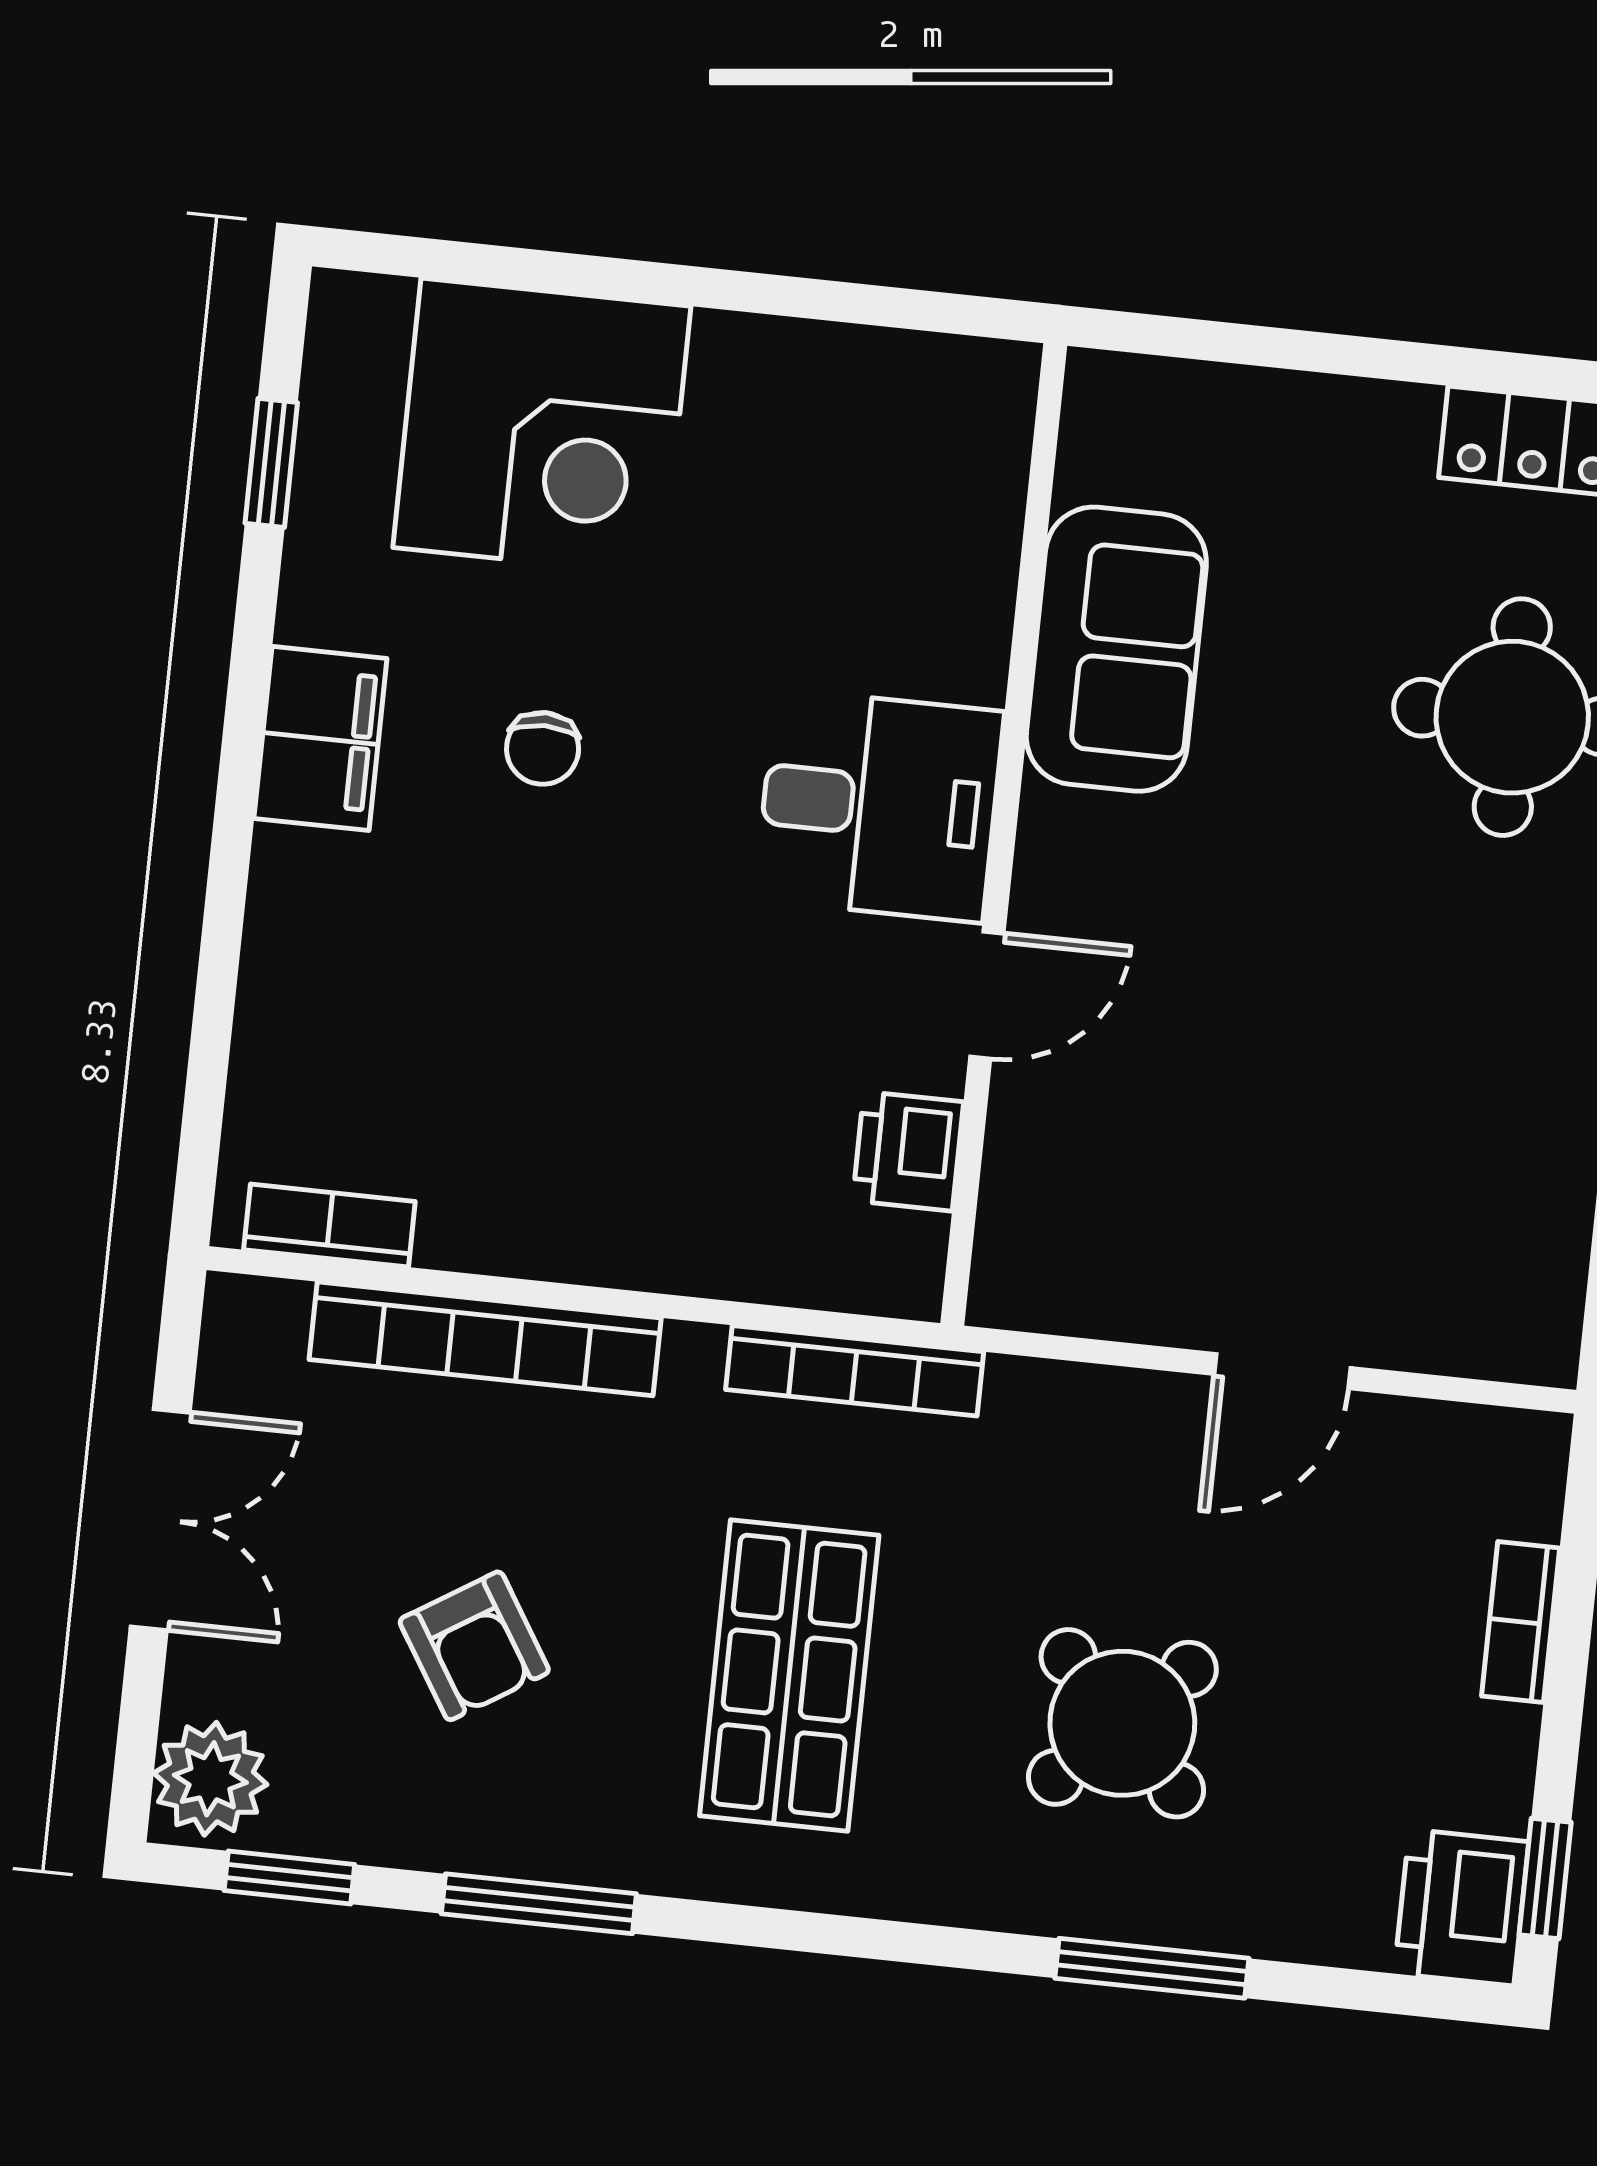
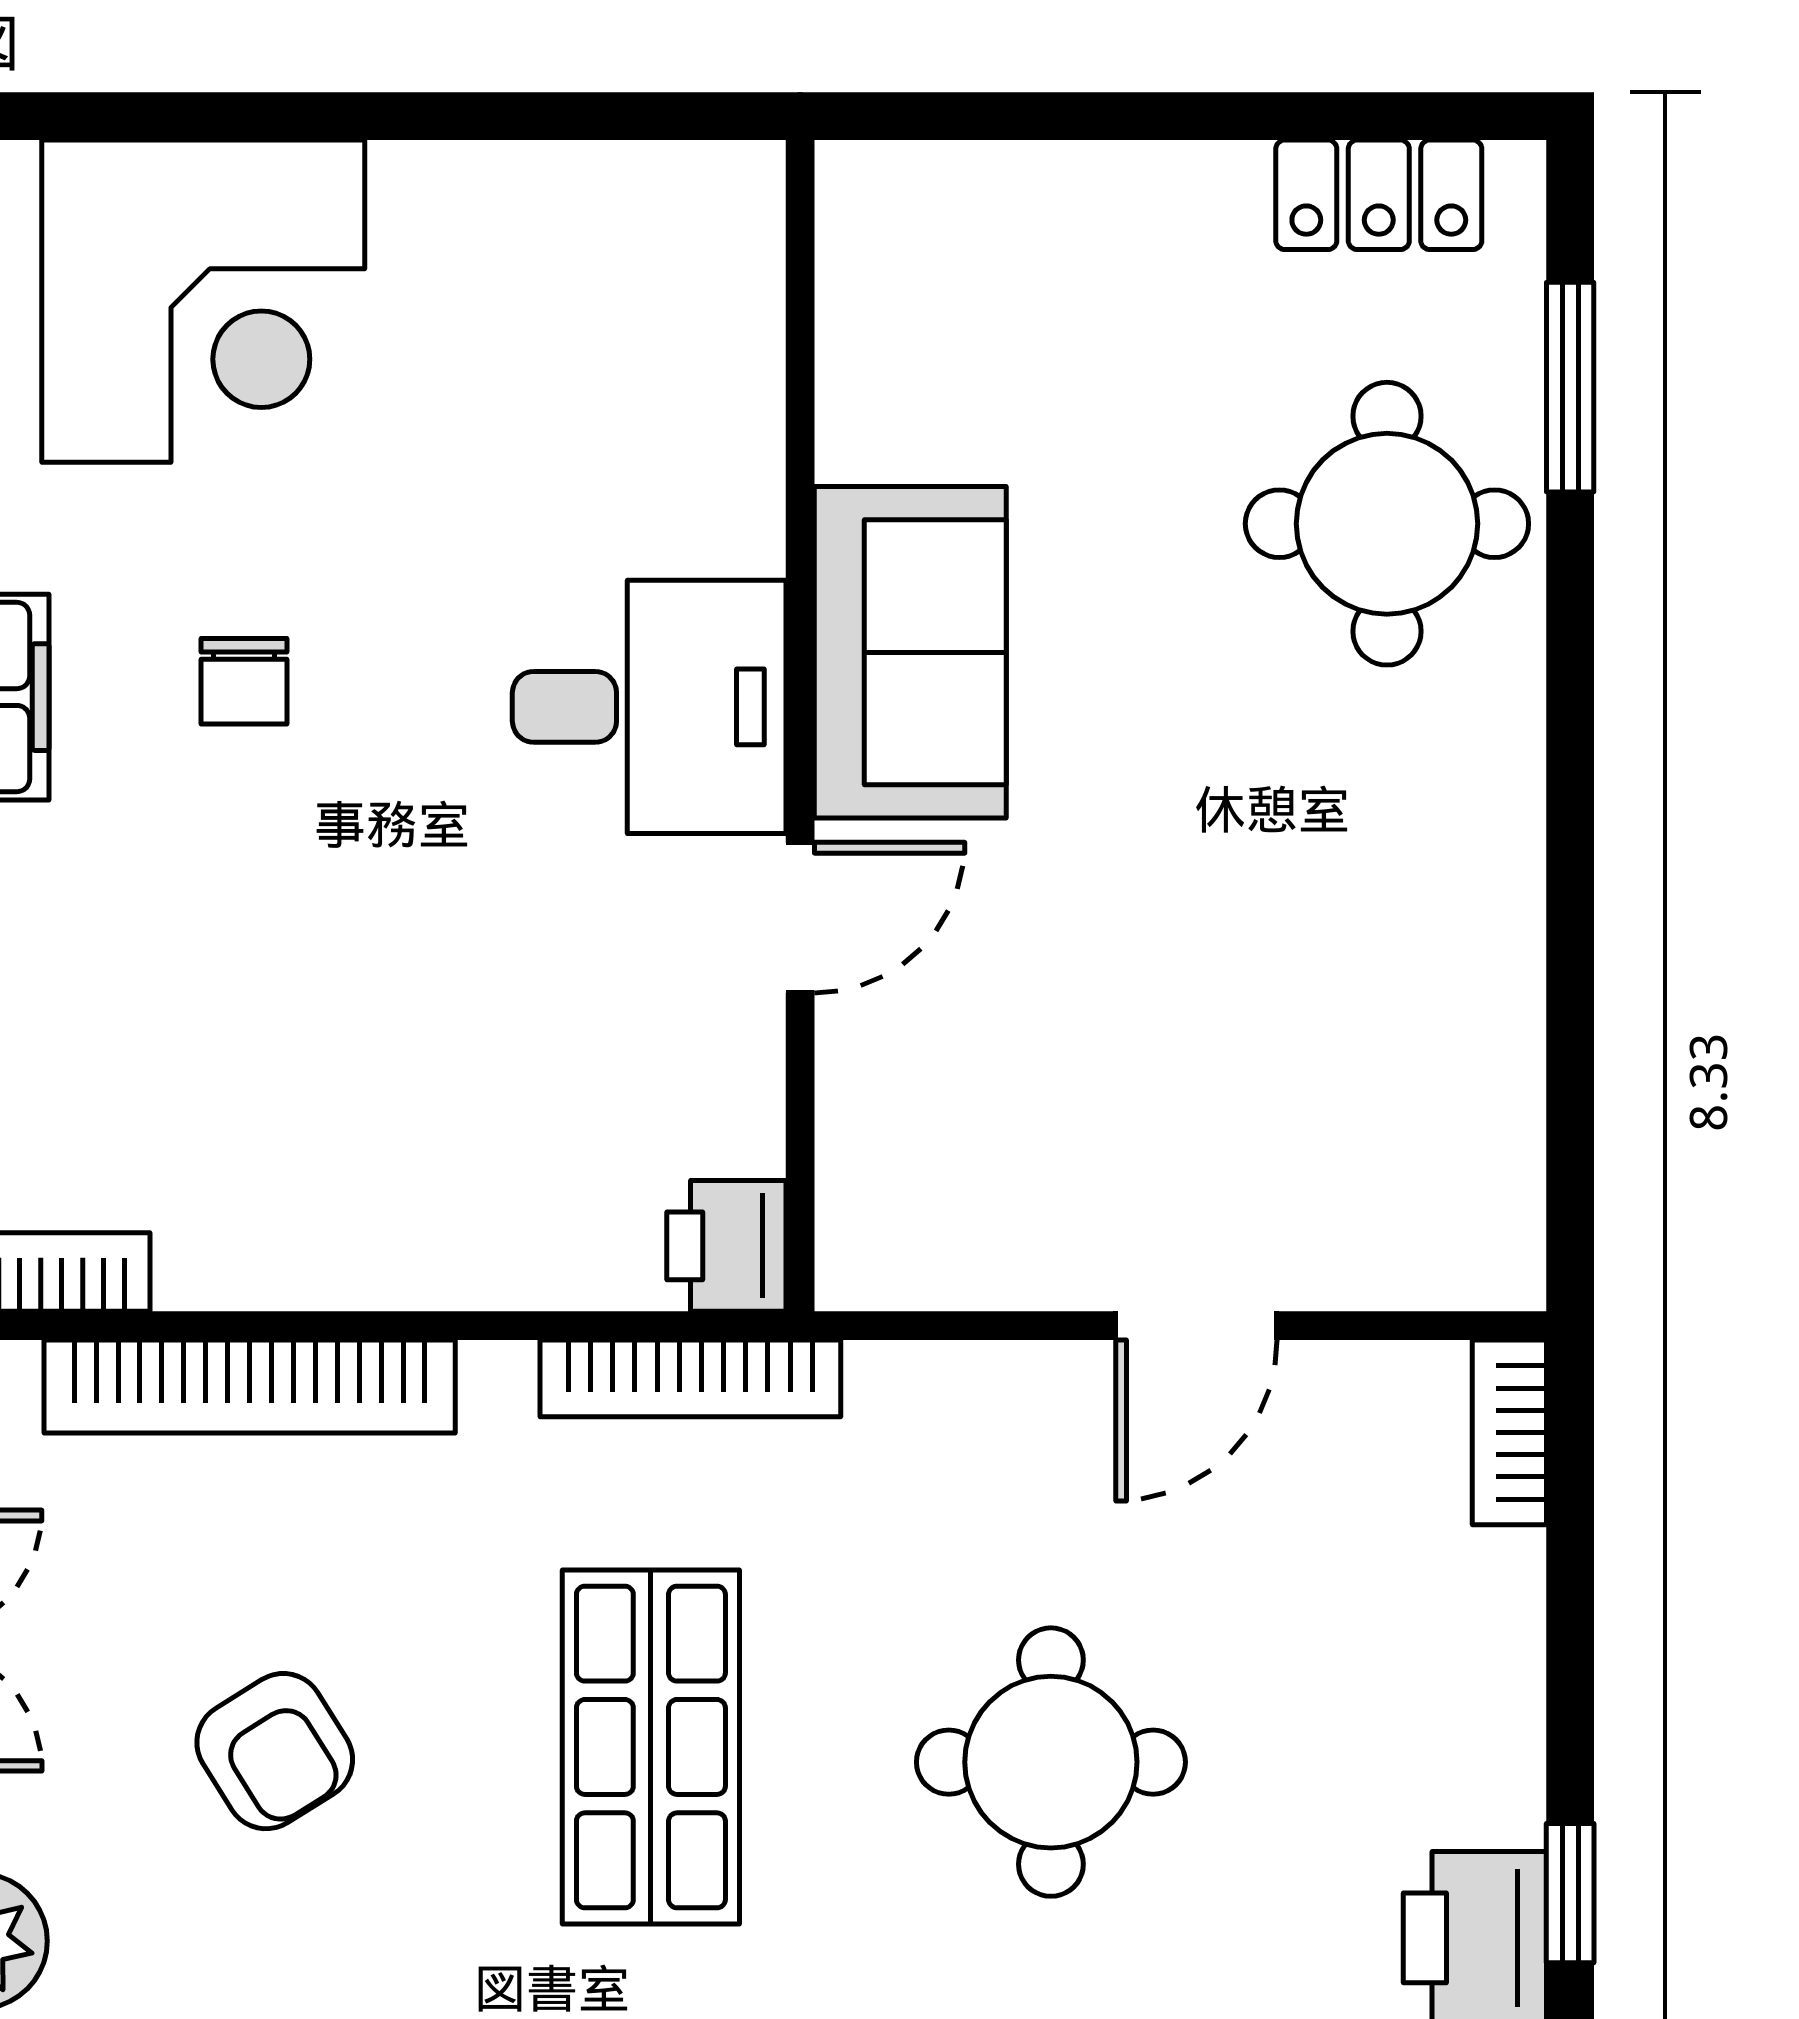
sofa: (1116, 649) -> (910, 652), moved
printer: (908, 1151) -> (726, 1246), moved
bookcase: (1521, 1622) -> (1509, 1432), moved
round table: (1122, 1723) -> (1051, 1762), turned 45

